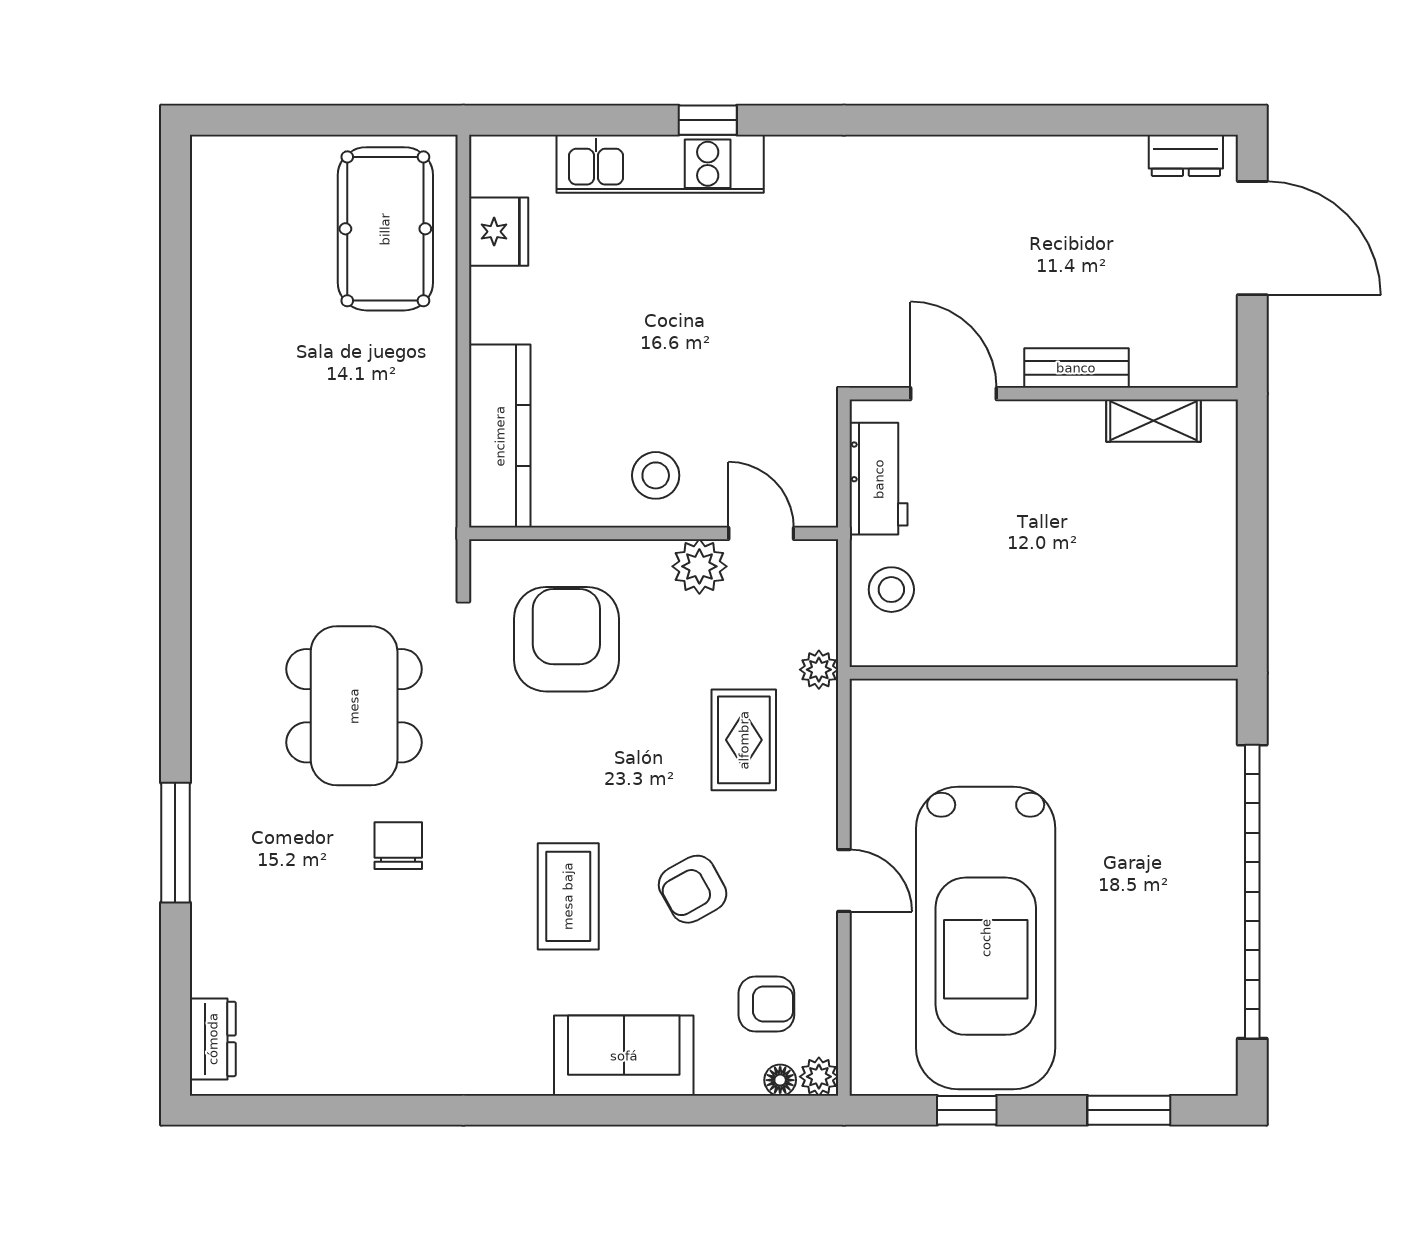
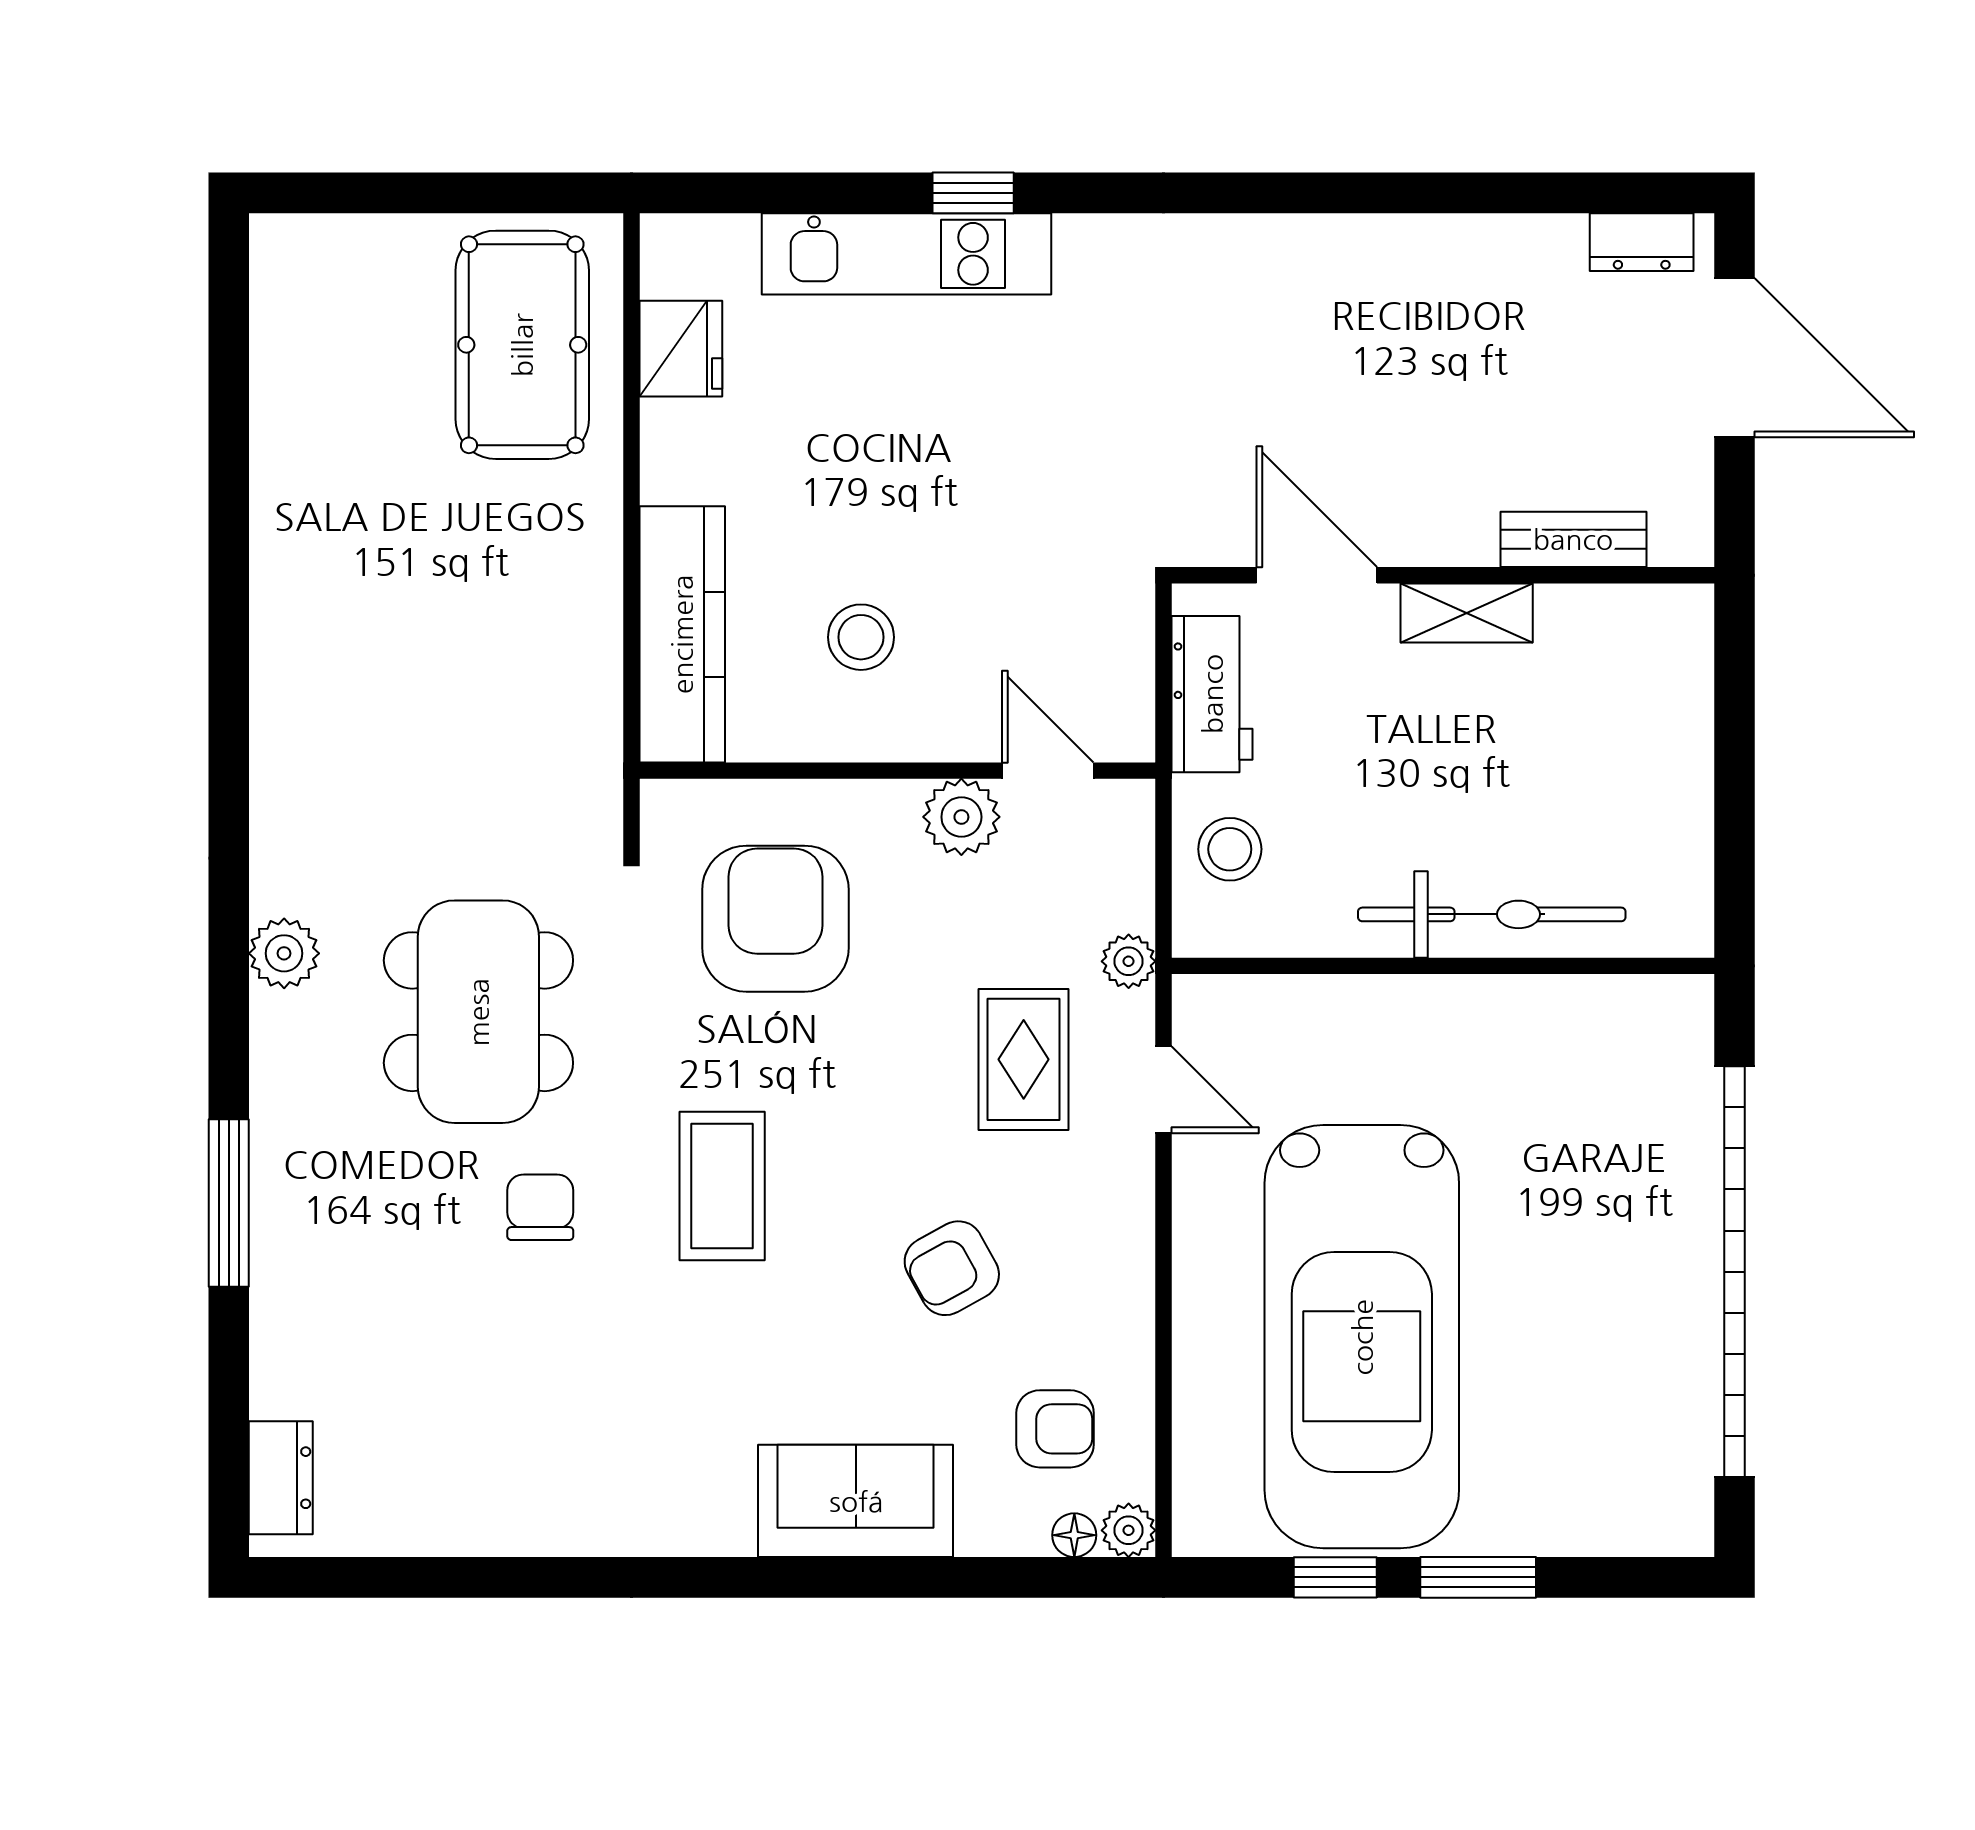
bench: (1076, 368) -> (1573, 539), moved
shelving: (1153, 421) -> (1467, 613), moved
stool: (656, 475) -> (861, 637), moved
bicycle: (1079, 636) -> (1492, 914), added
plant: (215, 664) -> (284, 953), added
door: (844, 880) -> (1163, 1090), moved
coffee table: (568, 896) -> (722, 1186), moved
window: (1129, 1110) -> (1478, 1577), moved

